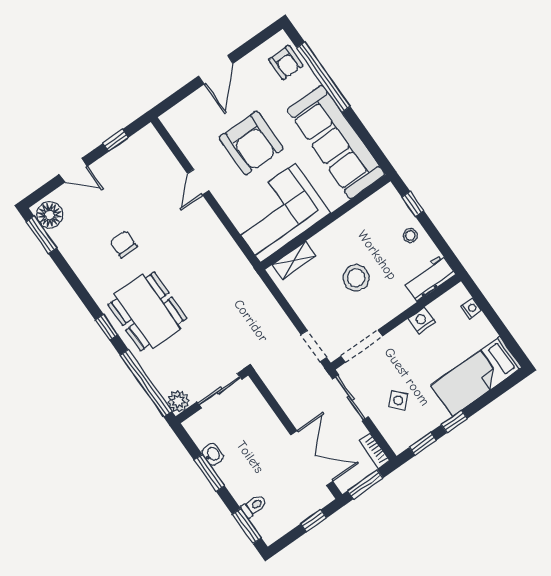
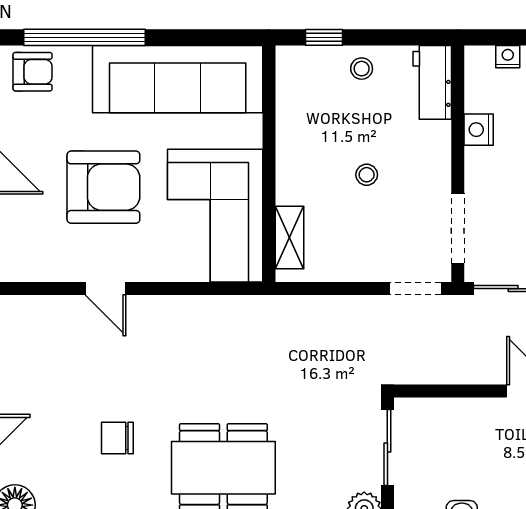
stool: (356, 278) -> (367, 175), width x0.53, depth x0.53

